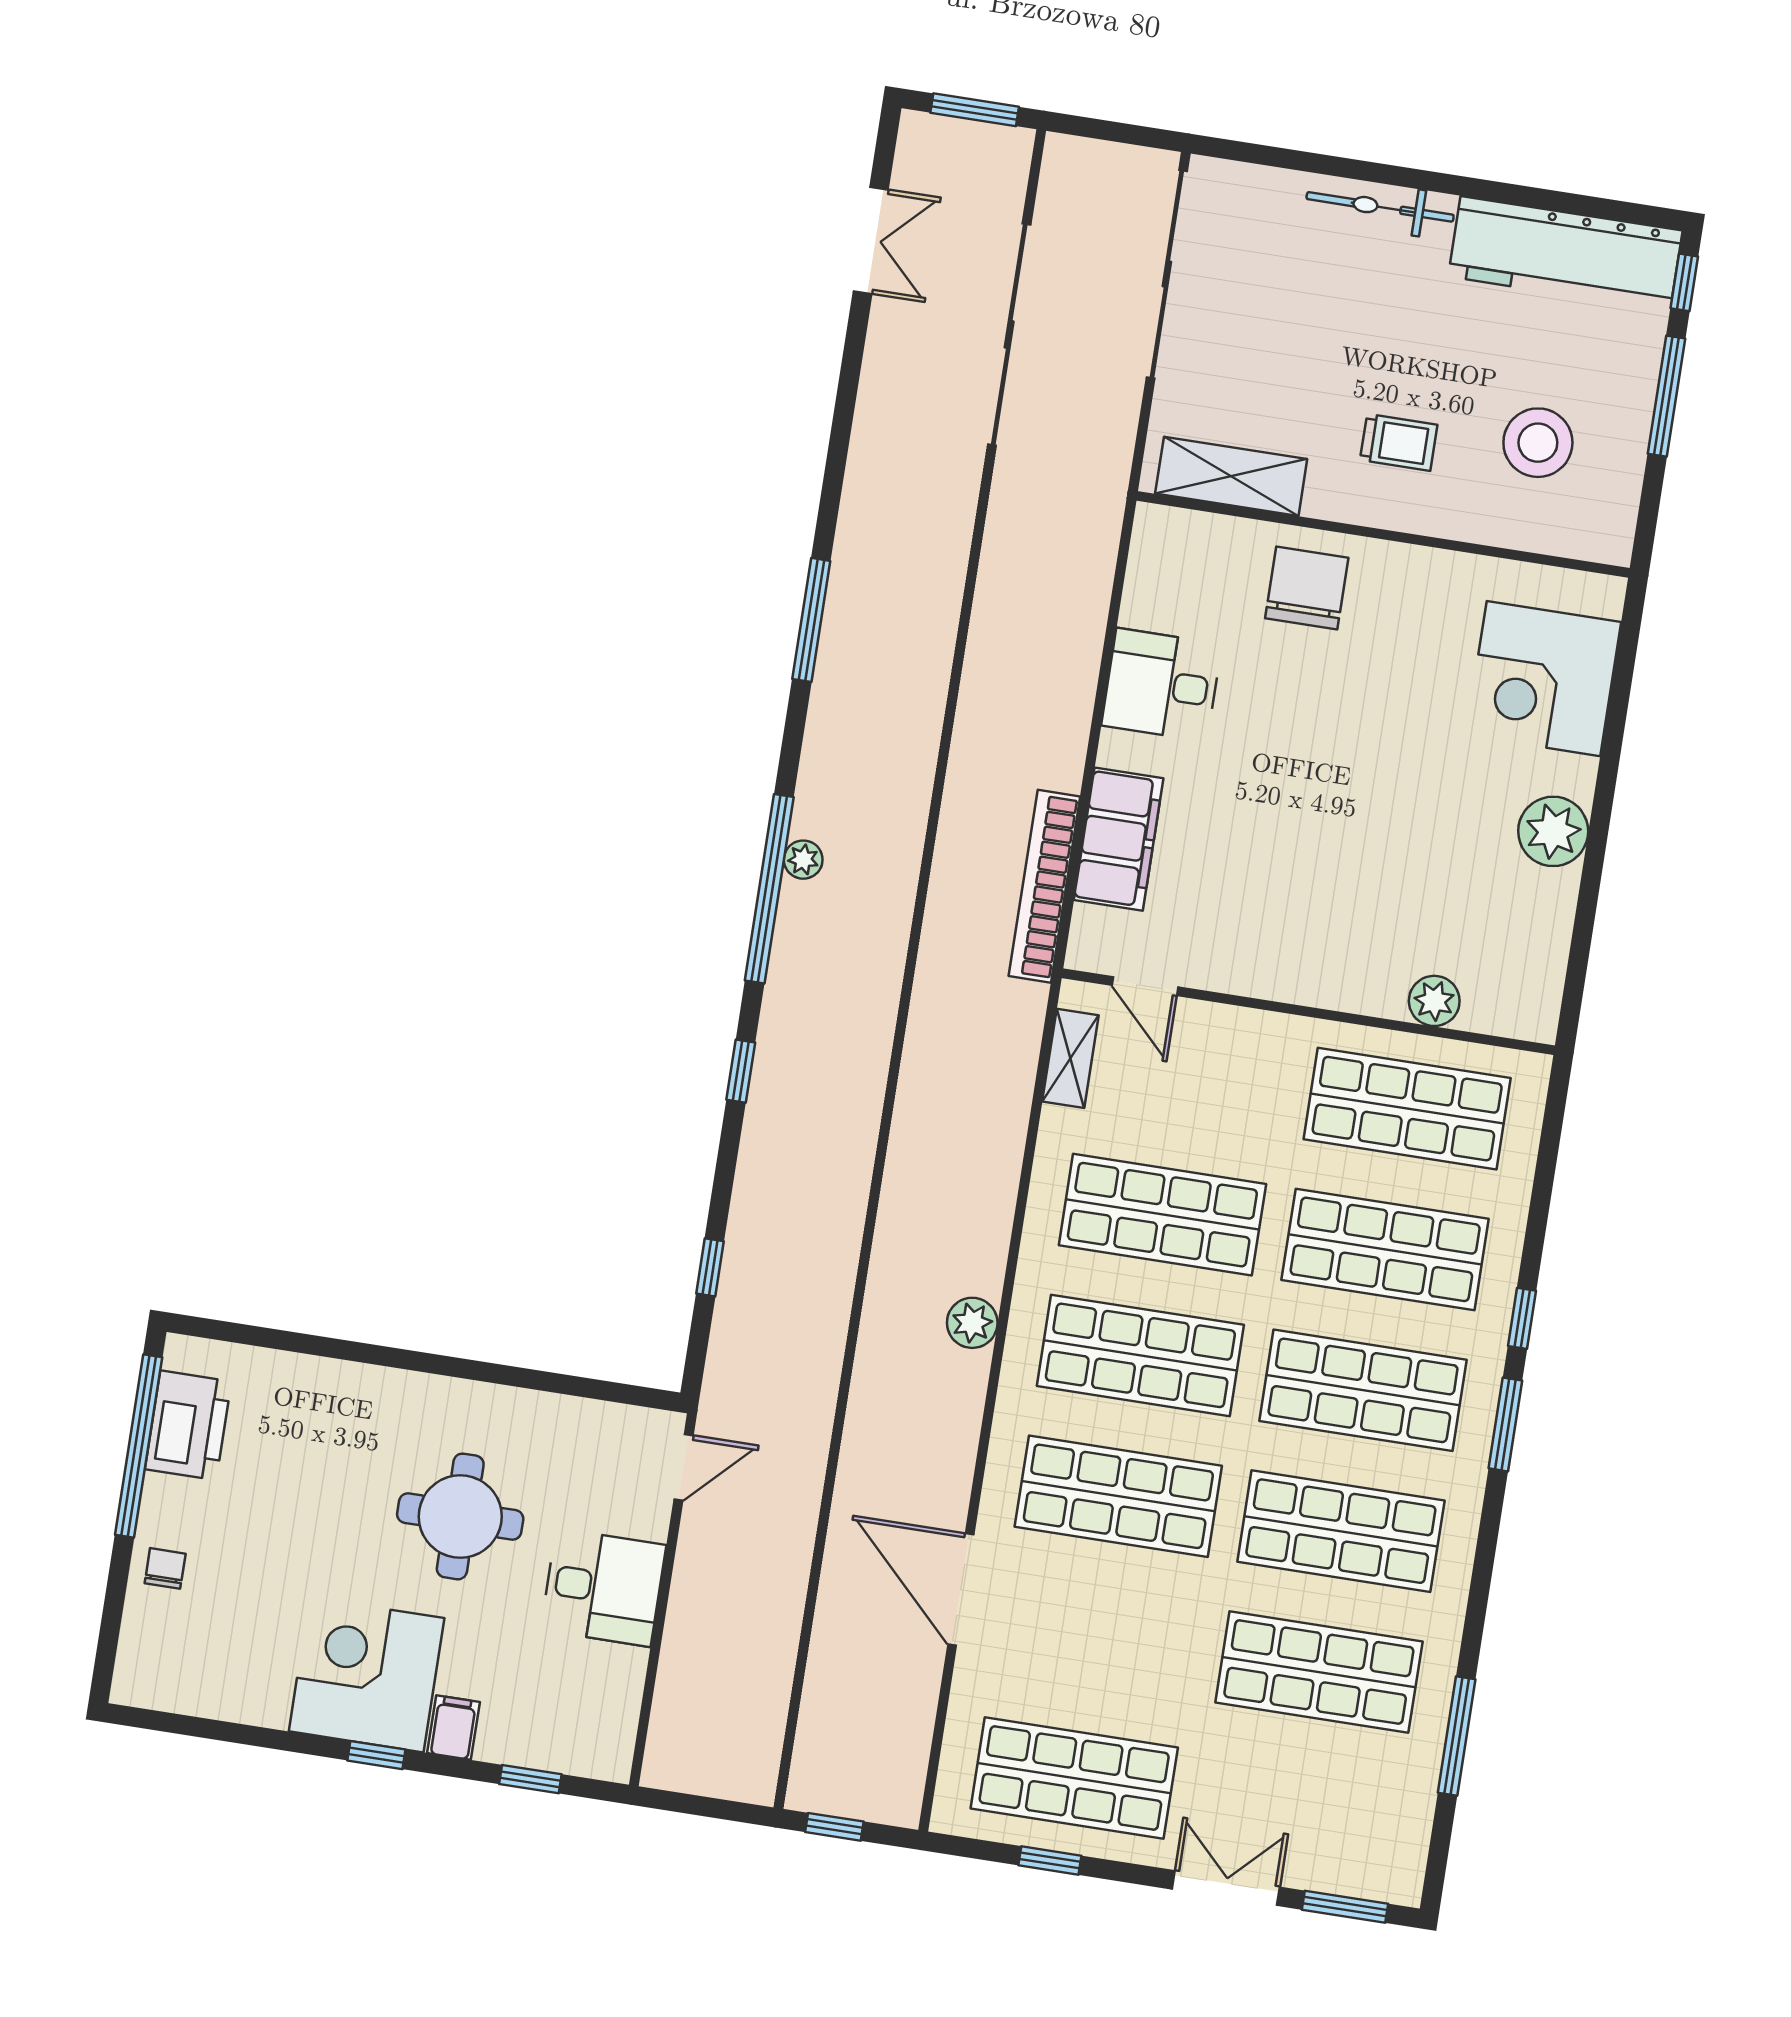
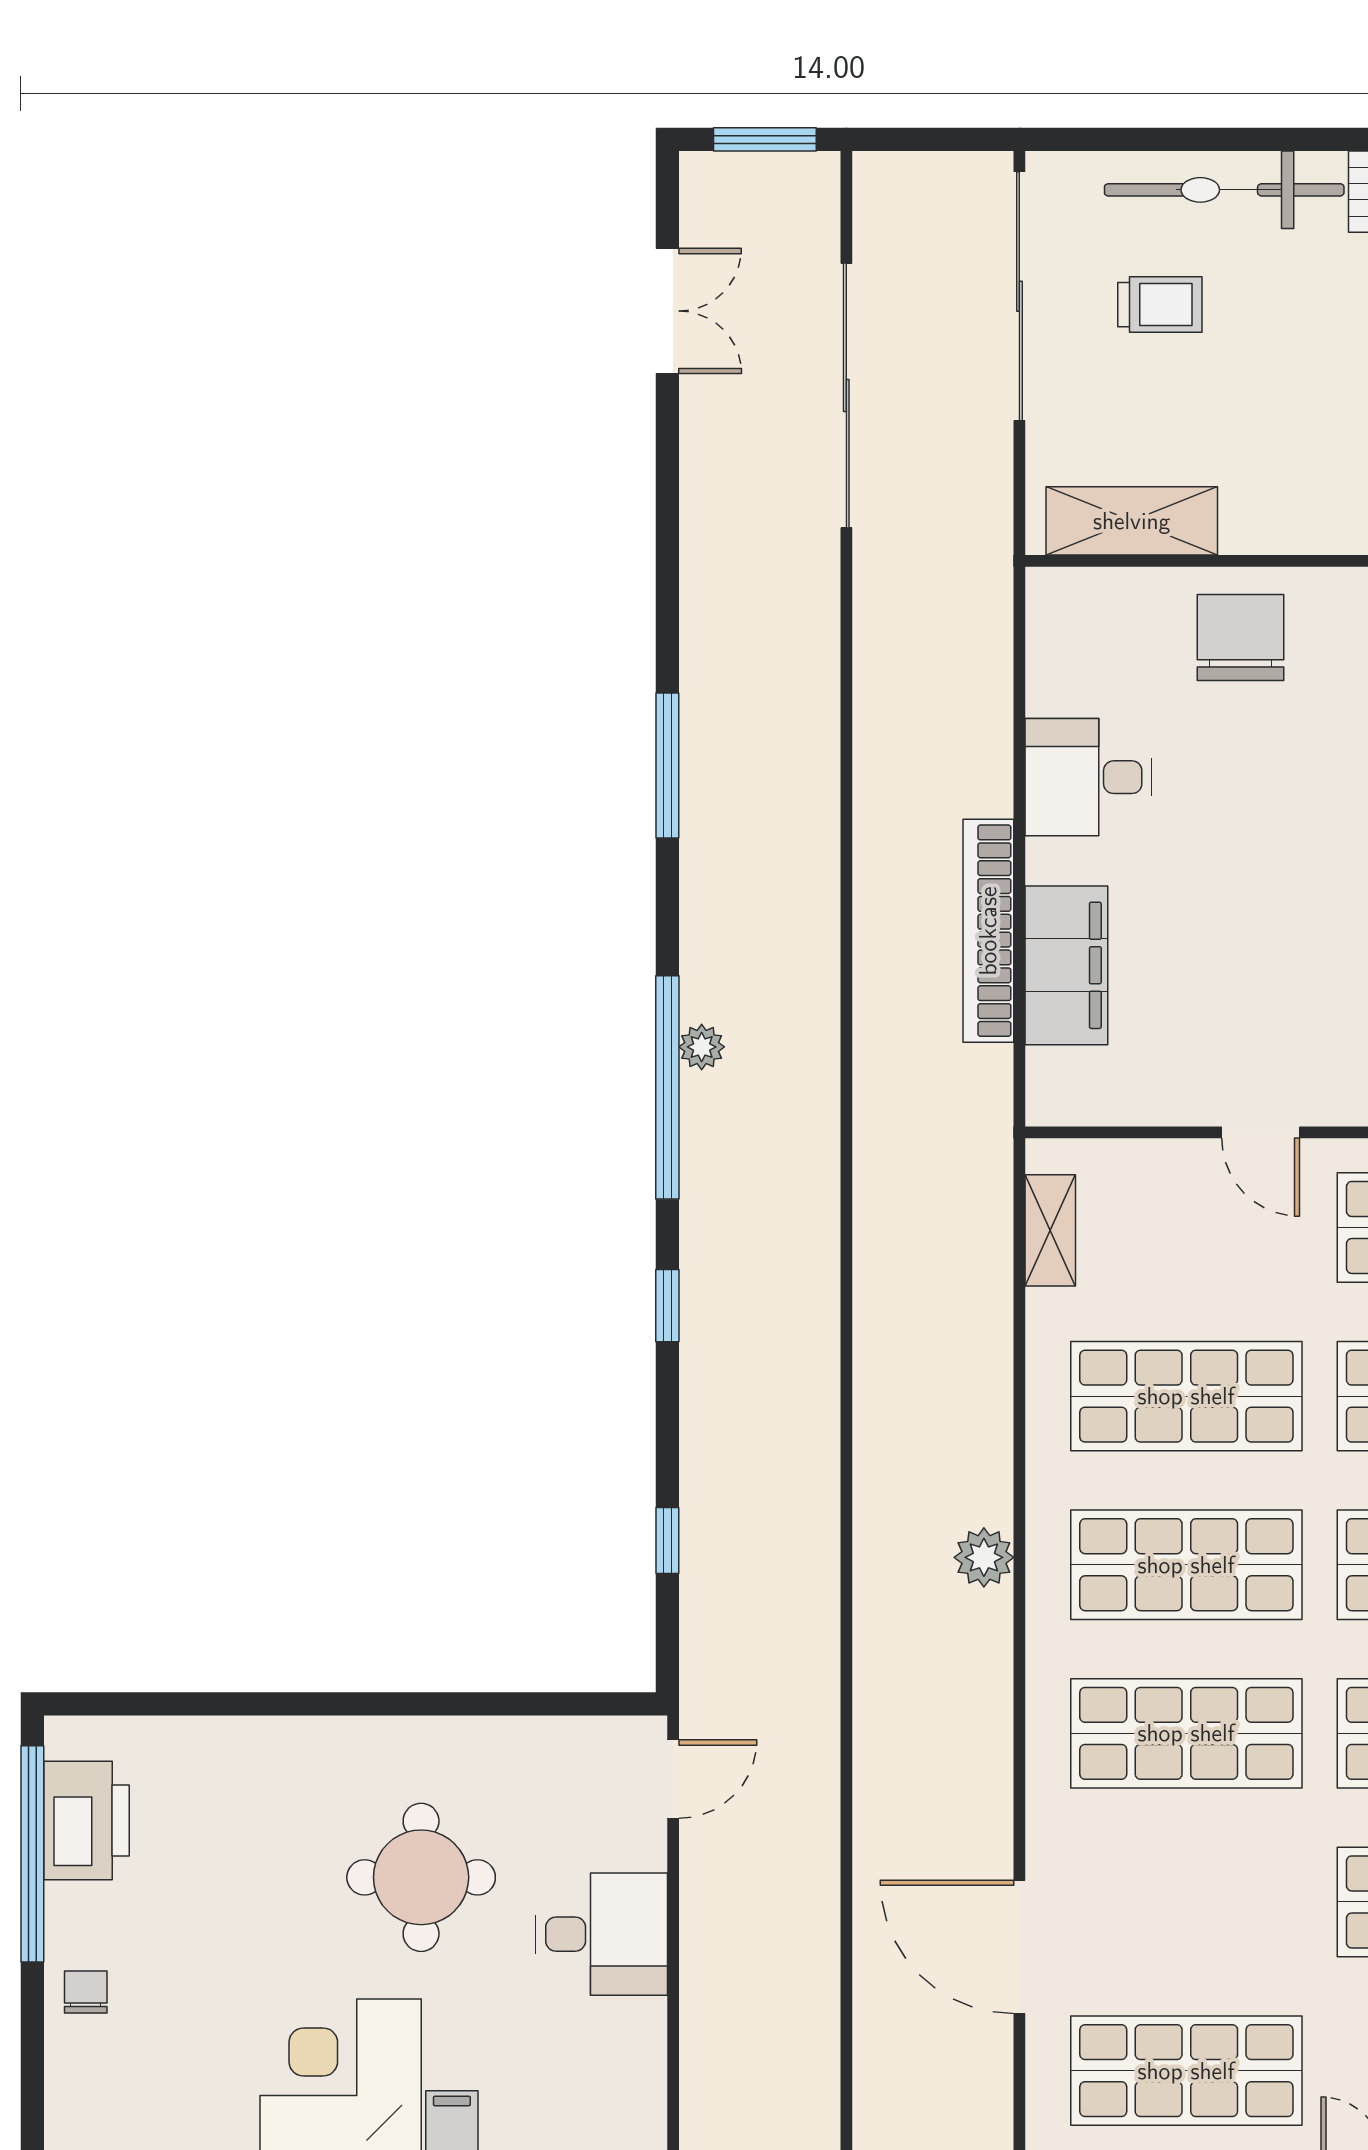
bicycle: (1380, 207) -> (1224, 190), width x1.37, depth x1.40
trolley: (1399, 442) -> (1160, 305), moved
bookcase: (1044, 886) -> (988, 931), moved
door: (1145, 986) -> (1261, 1132), moved
door: (961, 1589) -> (1019, 1947), moved

